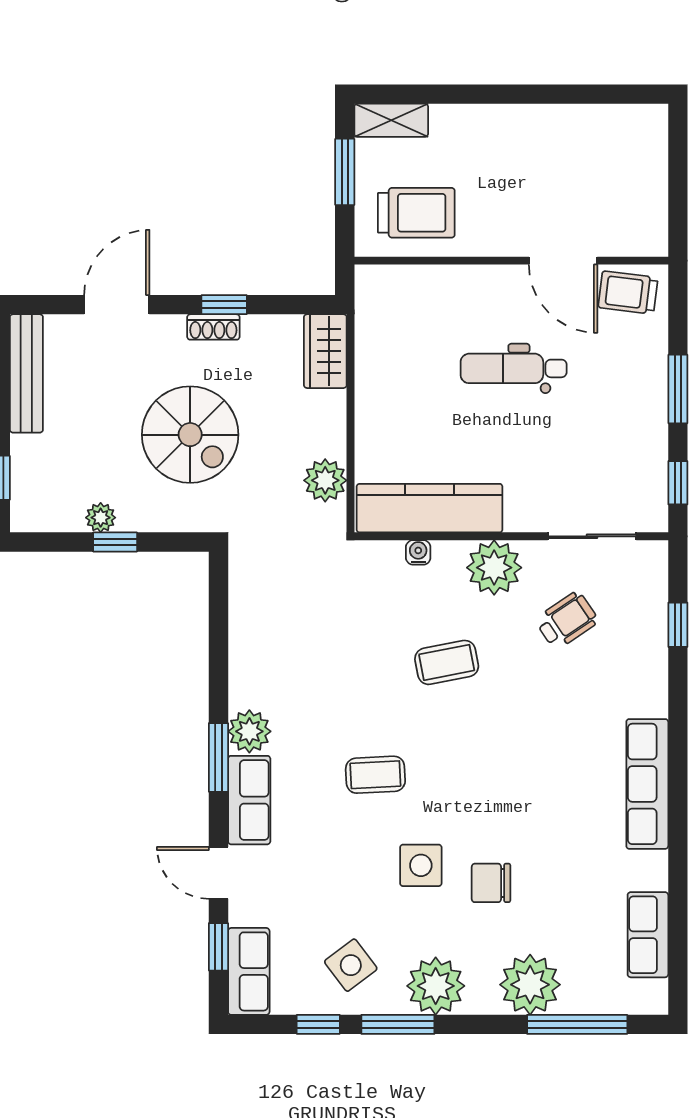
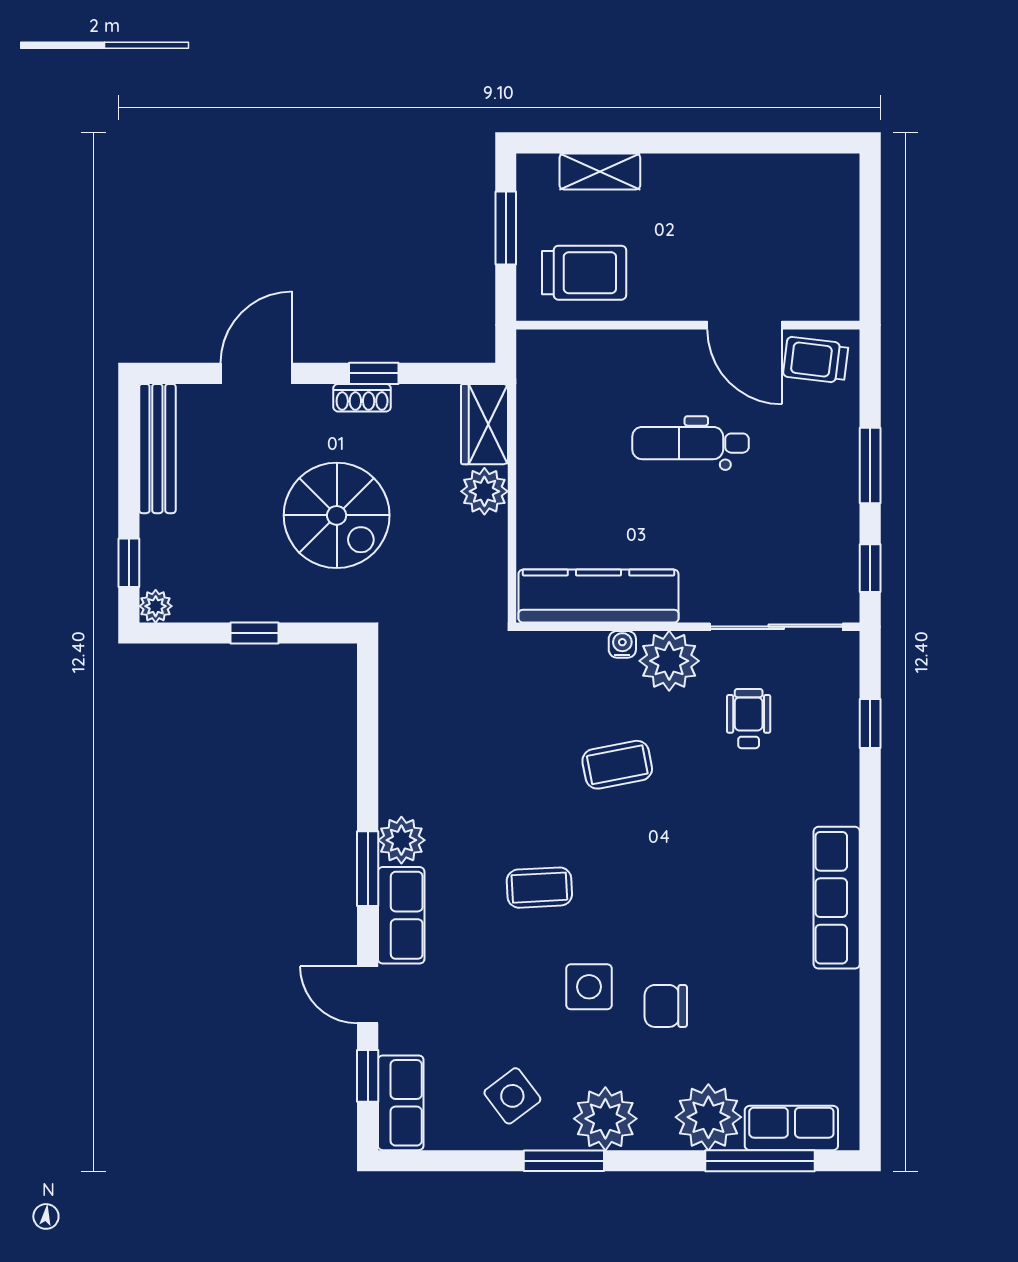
shelving: (391, 120) -> (600, 172), moved
plant: (325, 480) -> (484, 491), moved
plant: (101, 518) -> (156, 606), moved
sliding door: (592, 536) -> (776, 627), width x1.37
water cooler: (418, 552) -> (622, 644), moved
wheelchair: (567, 620) -> (749, 719), turned -56
row of seats: (648, 935) -> (791, 1128), moved, turned 90
window: (318, 1024) -> (477, 1161), removed

